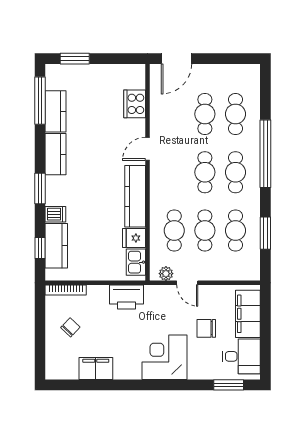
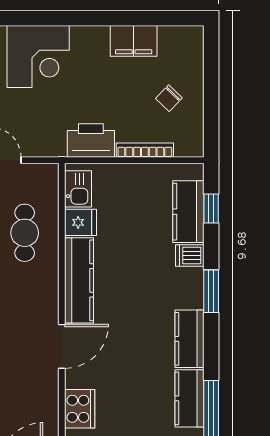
door: (147, 149) -> (62, 346), width x1.38
plant: (166, 274) -> (36, 173), removed
bookcase: (66, 290) -> (145, 150), moved

